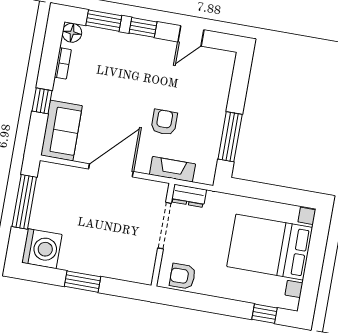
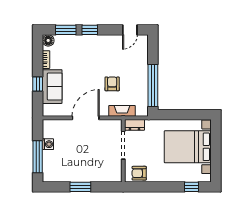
door: (191, 36) -> (130, 30), moved
sofa: (61, 130) -> (52, 87), moved
window: (230, 137) -> (153, 86), width x1.46
window: (24, 202) -> (38, 157), moved
washing machine: (42, 249) -> (48, 144), moved, width x0.53, depth x0.53

